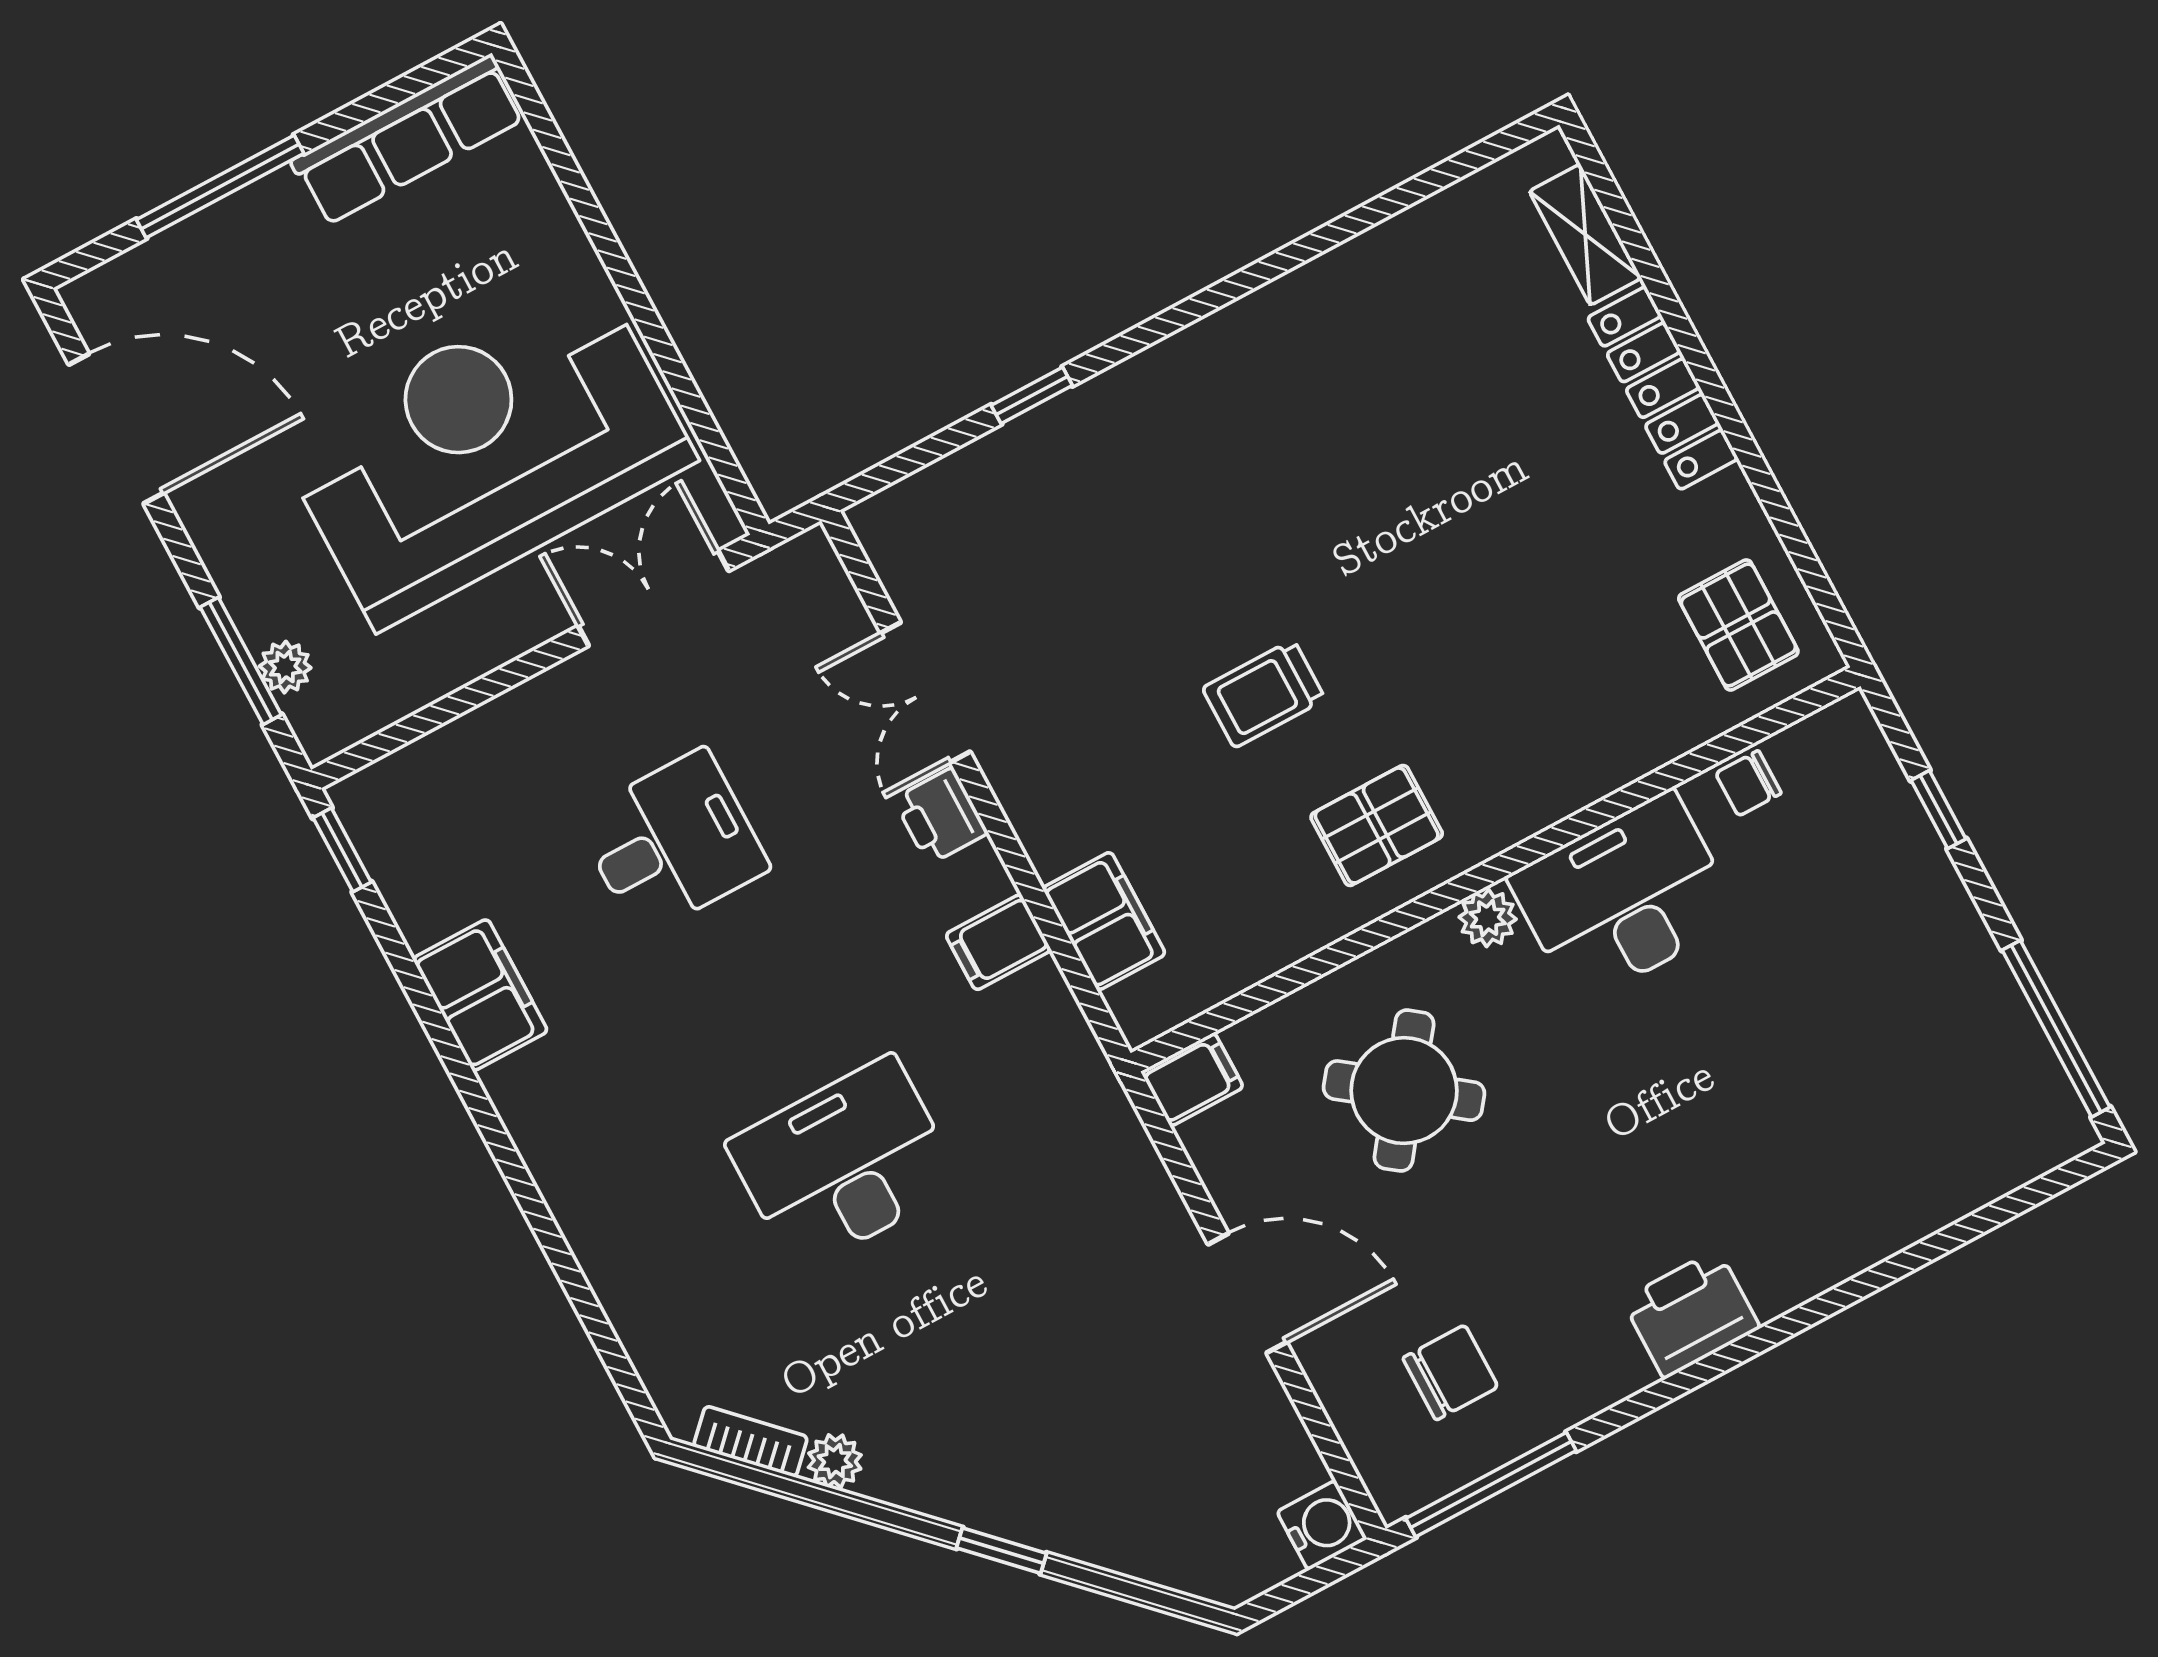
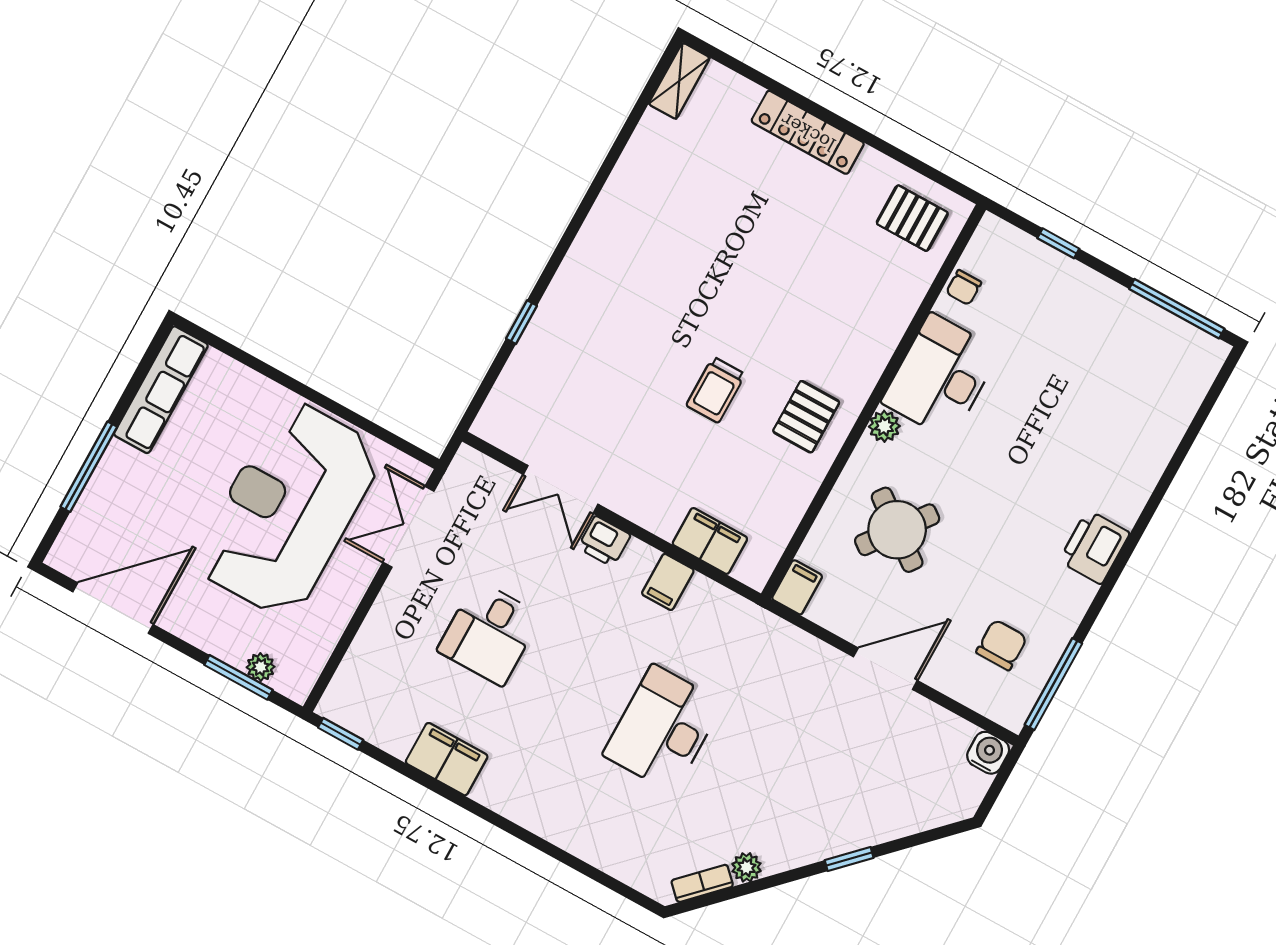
shelving: (1585, 235) -> (679, 81), moved, turned 90
desk: (672, 843) -> (489, 633), turned 180

